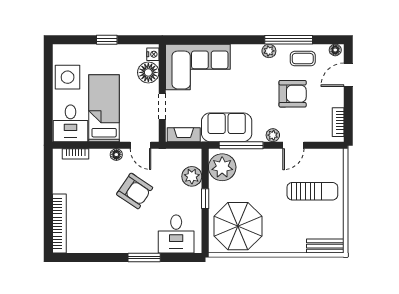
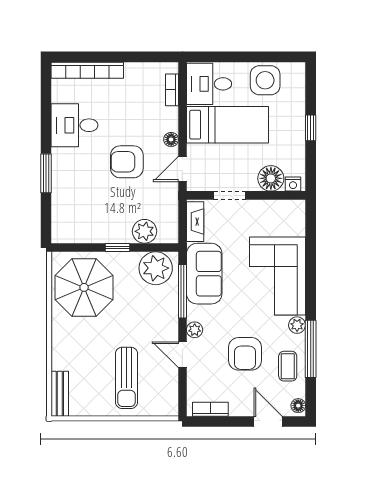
corner sofa: (198, 67) -> (277, 276), moved
armchair: (135, 191) -> (127, 162), turned 56
desk: (176, 234) -> (75, 125), moved

